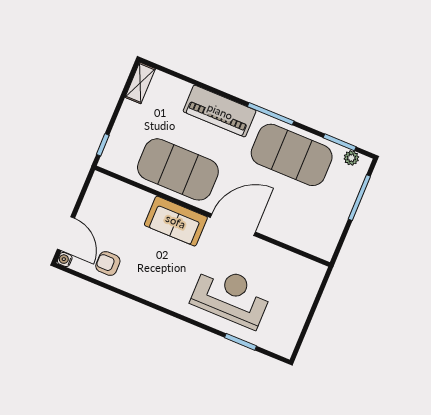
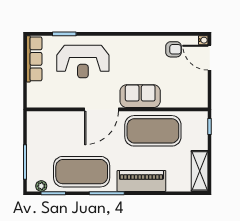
shelving: (140, 83) -> (200, 171), width x1.50, depth x1.33
row of seats: (292, 326) -> (34, 59), added

